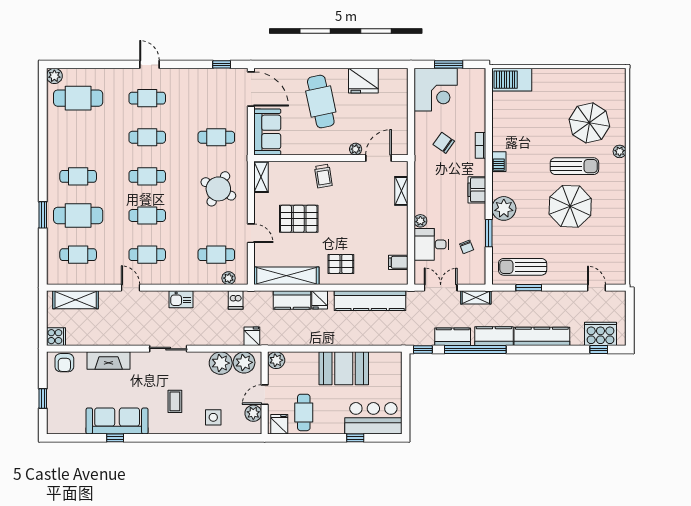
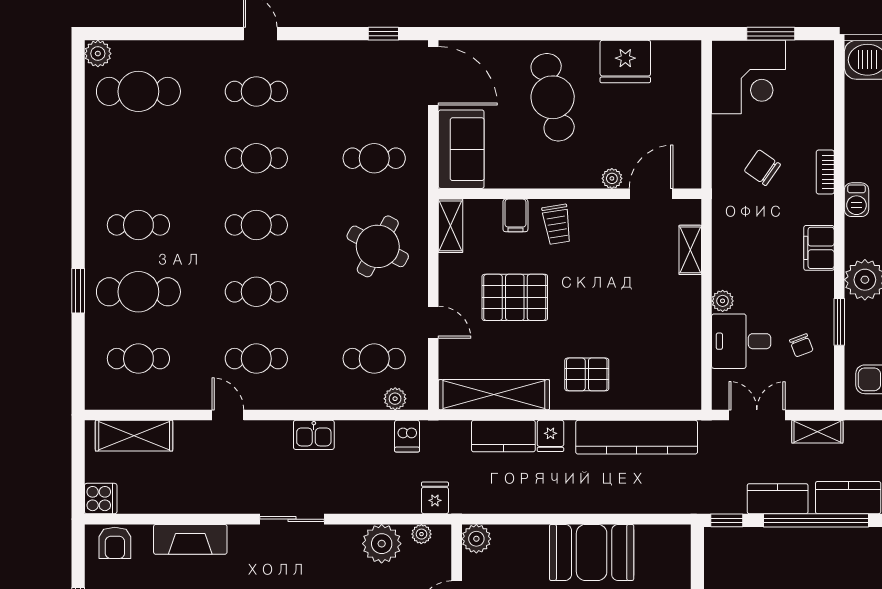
filing cabinet: (398, 262) -> (515, 215), moved, turned -90
plant: (244, 362) -> (421, 534), width x0.53, depth x0.53

